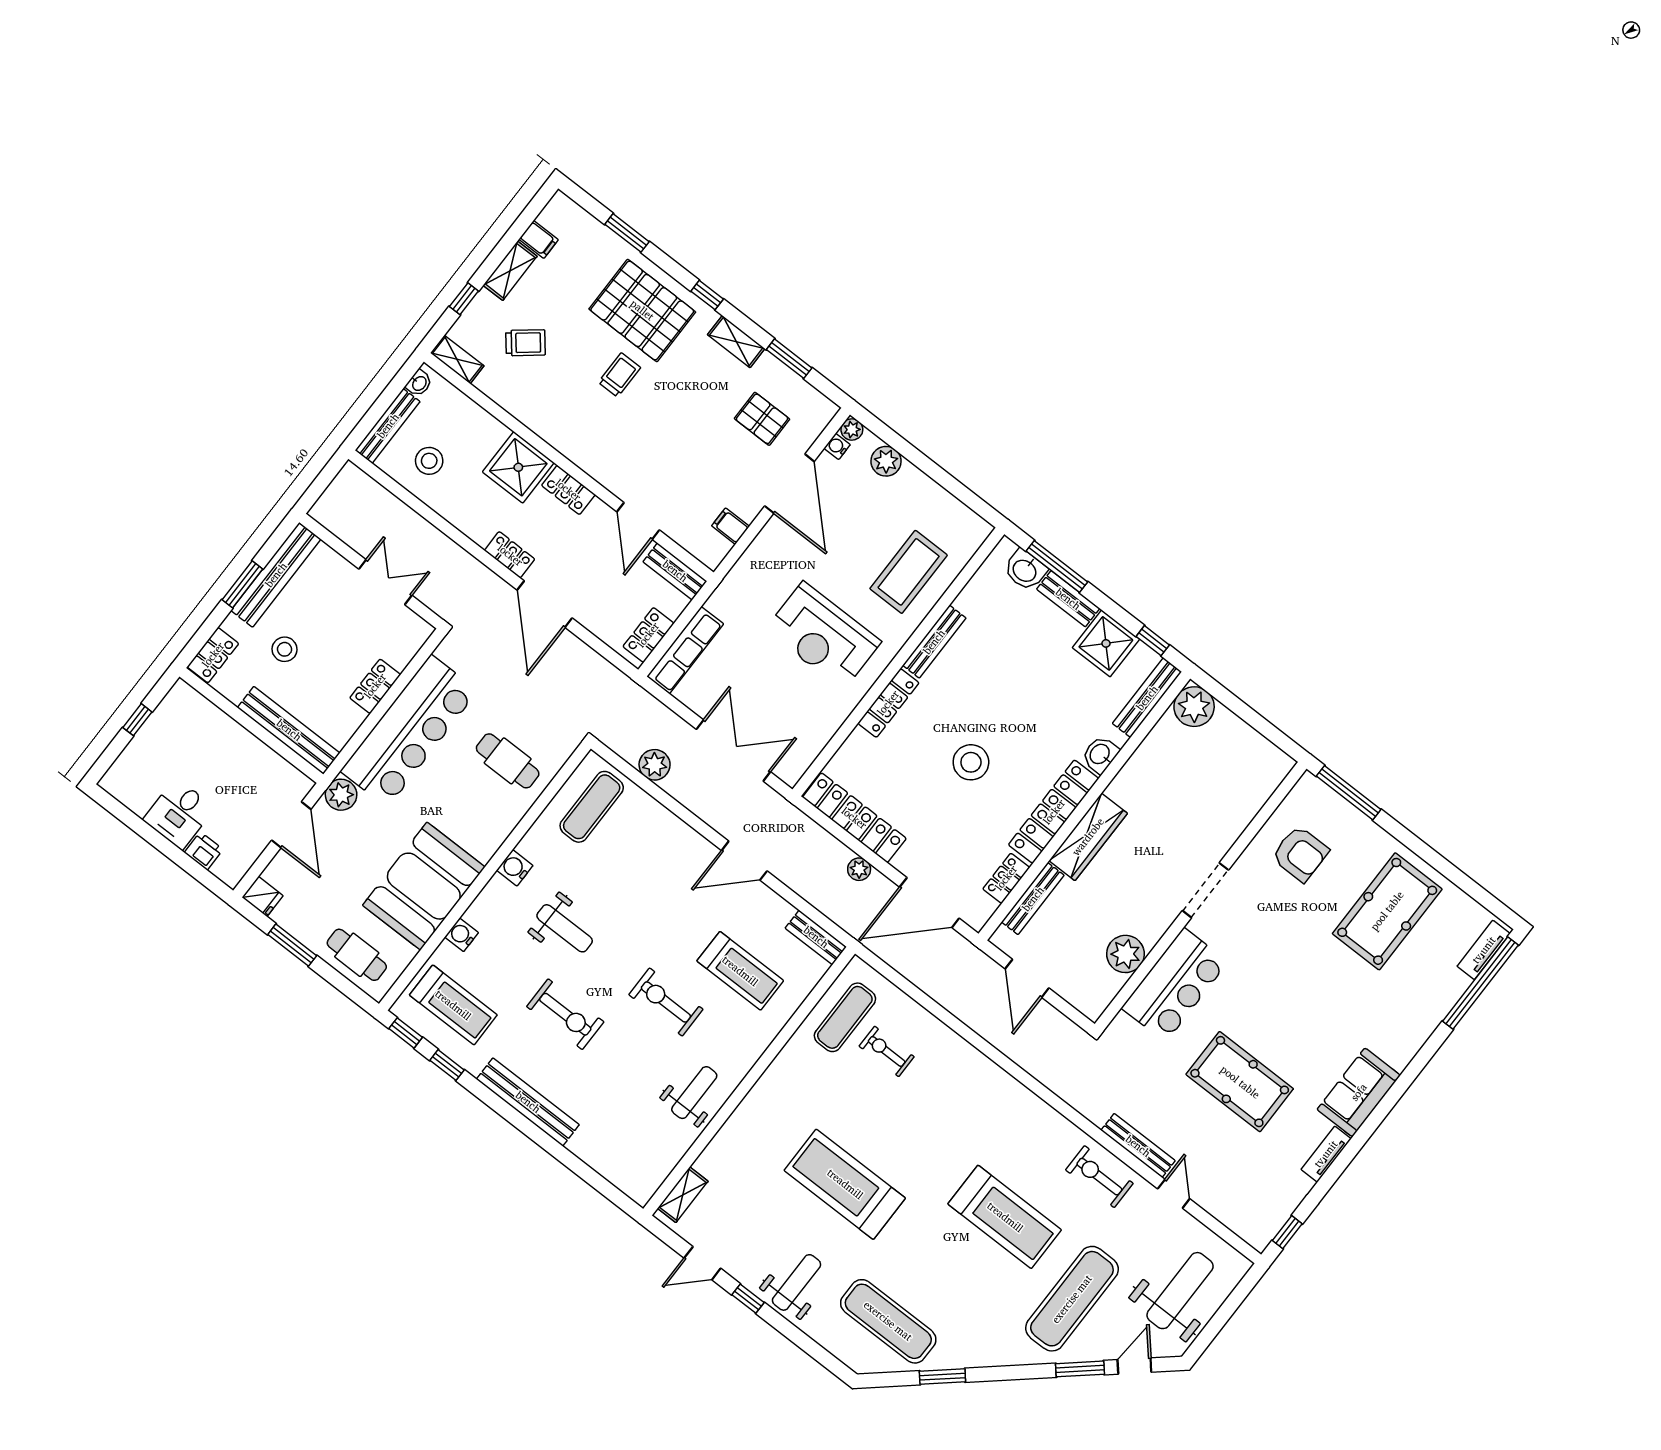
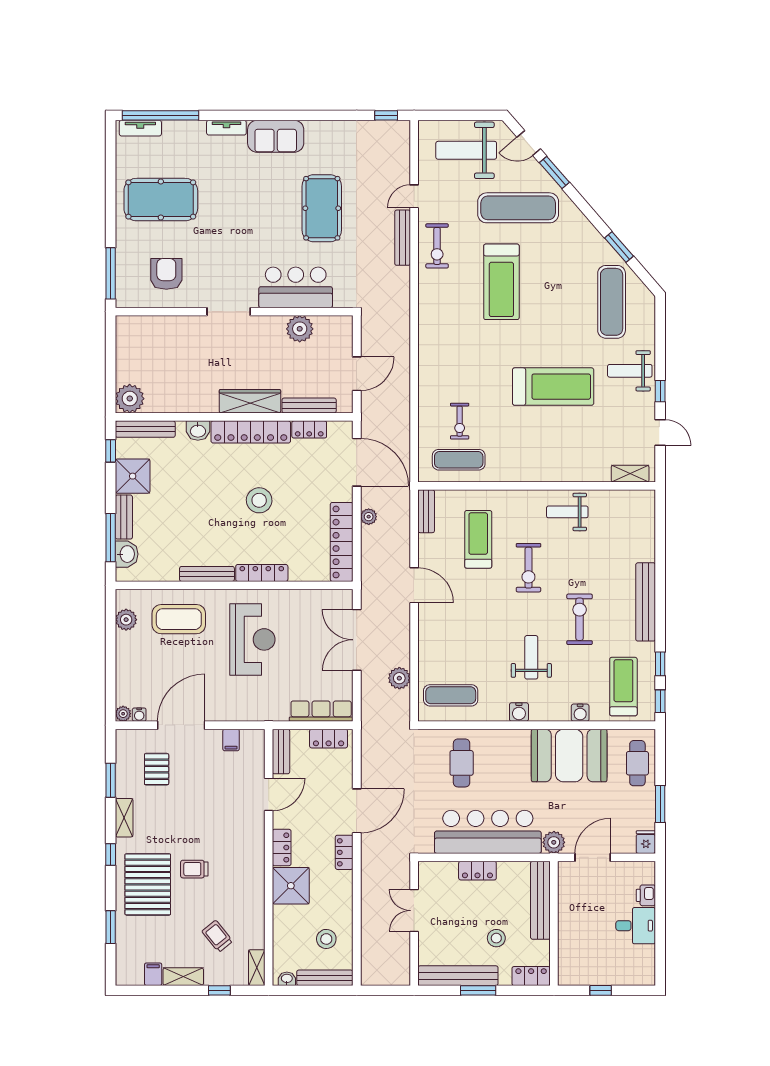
plant: (886, 461) -> (126, 620), moved
tv unit: (1326, 1154) -> (226, 128), moved
treadmill: (845, 1184) -> (553, 387), turned -90
treadmill: (1005, 1217) -> (501, 282), turned 180

